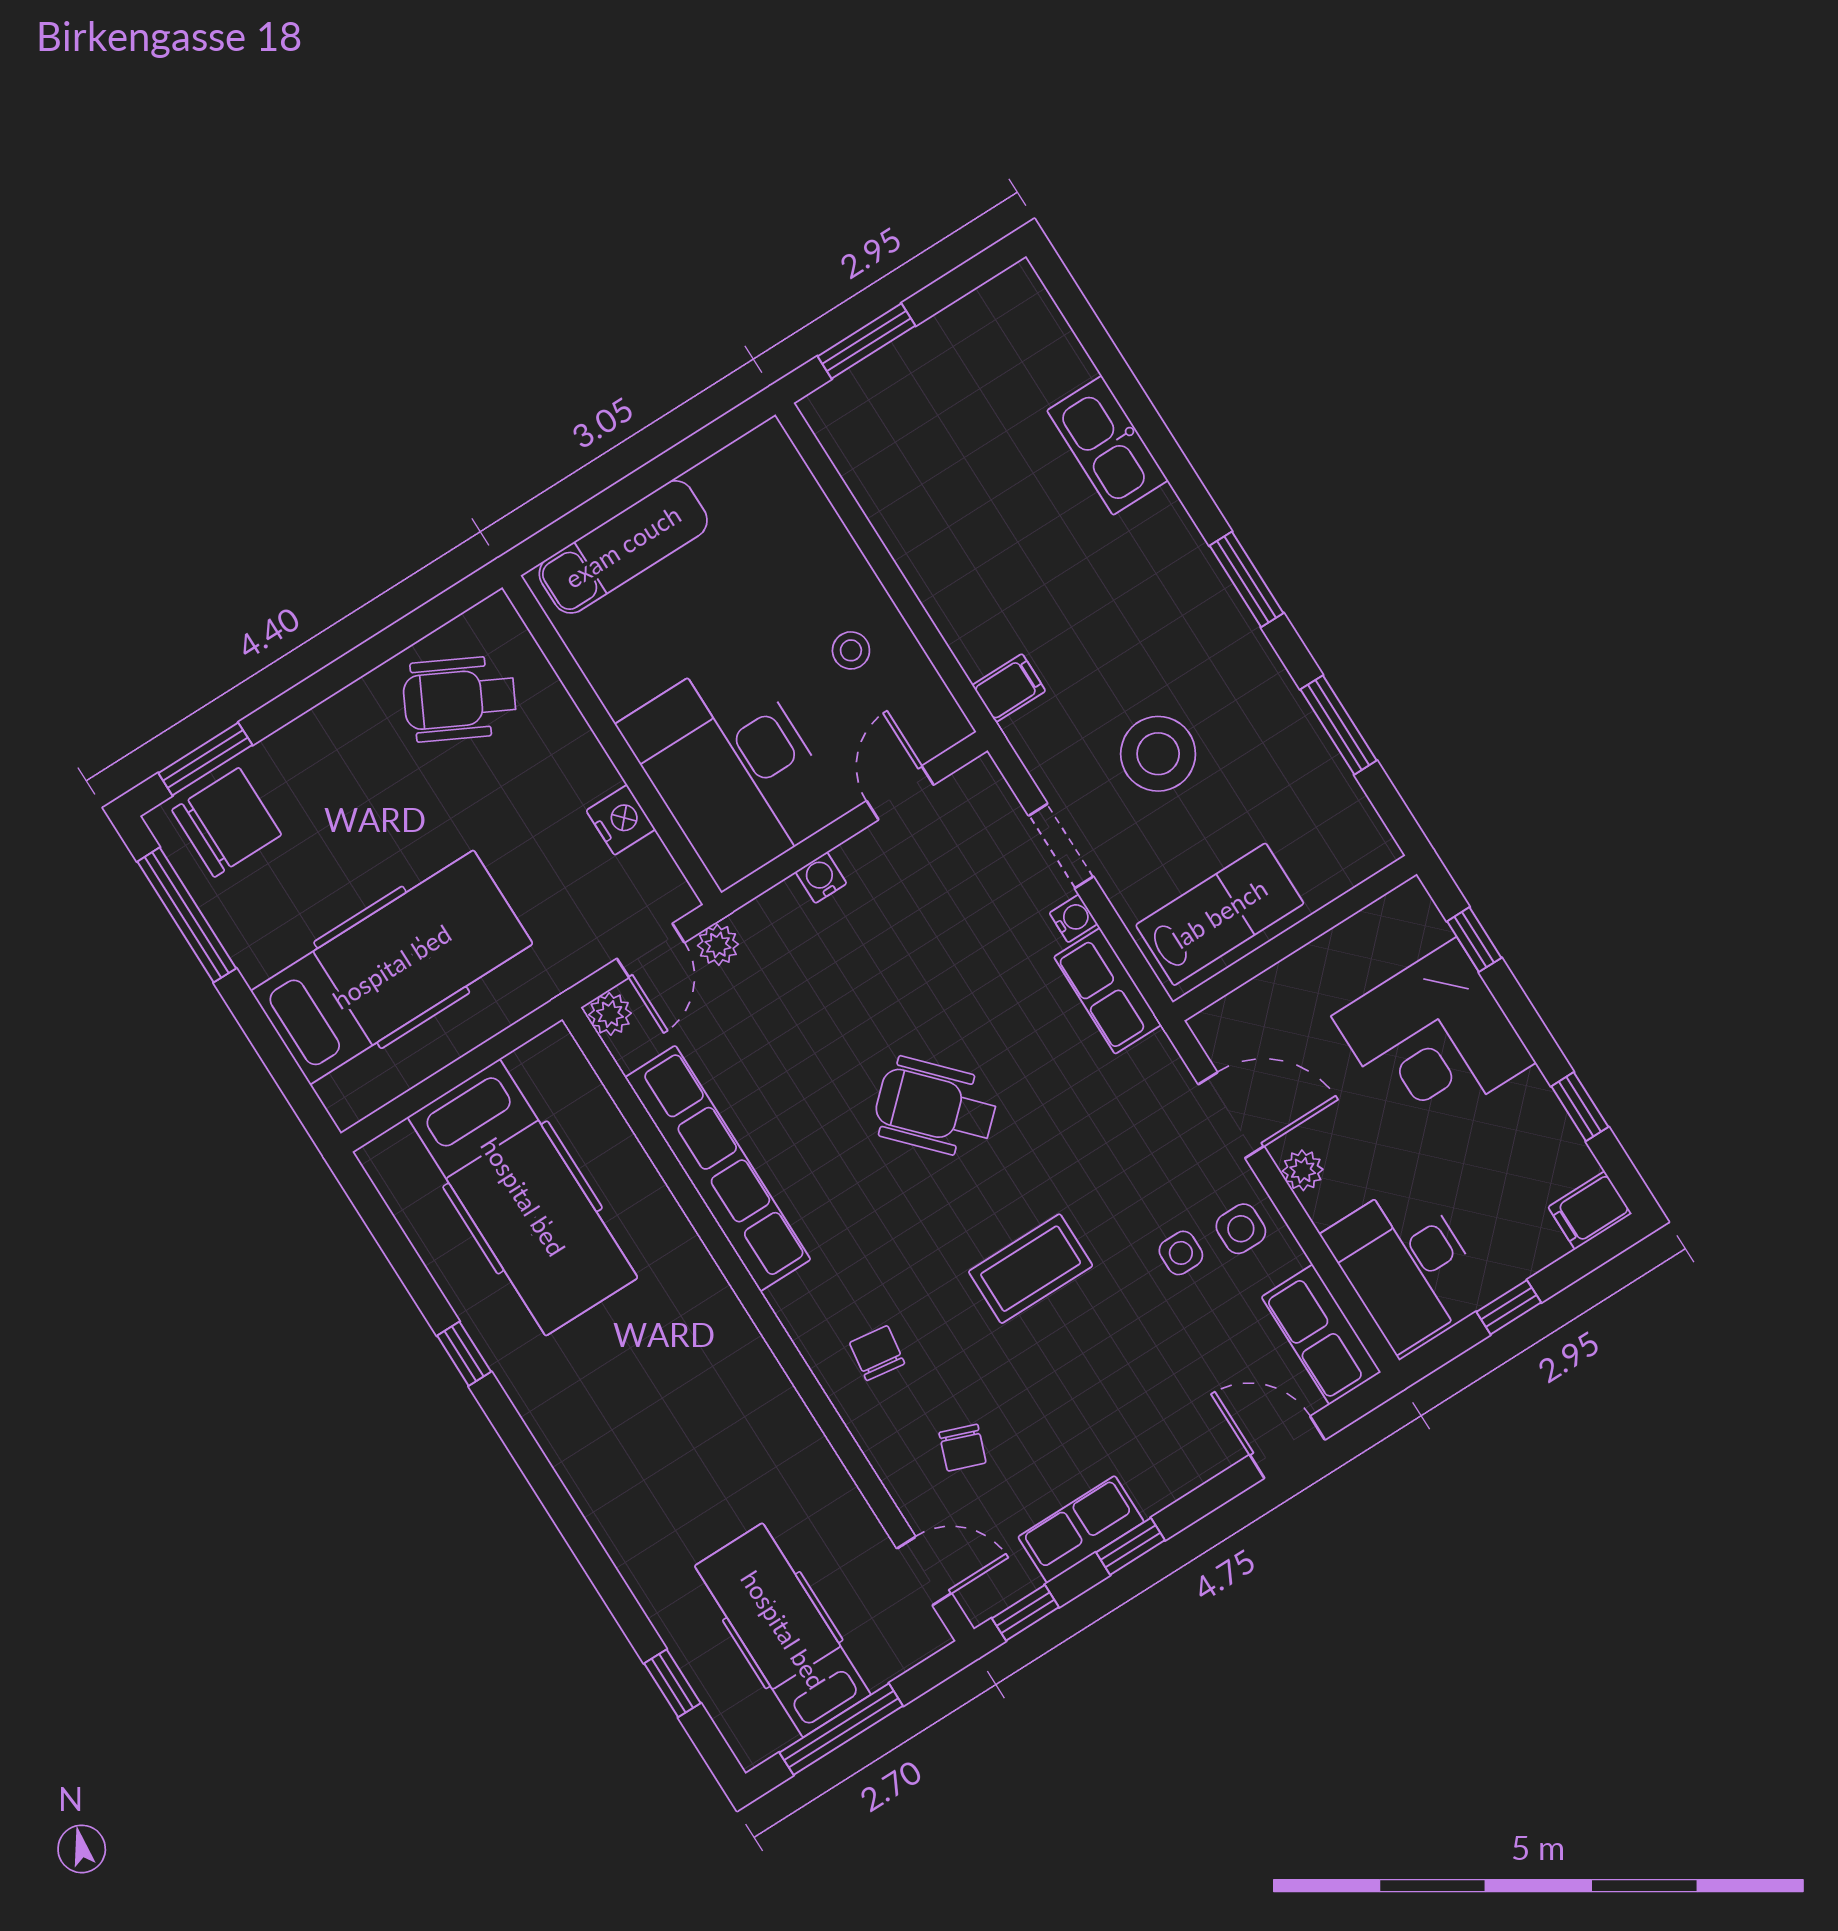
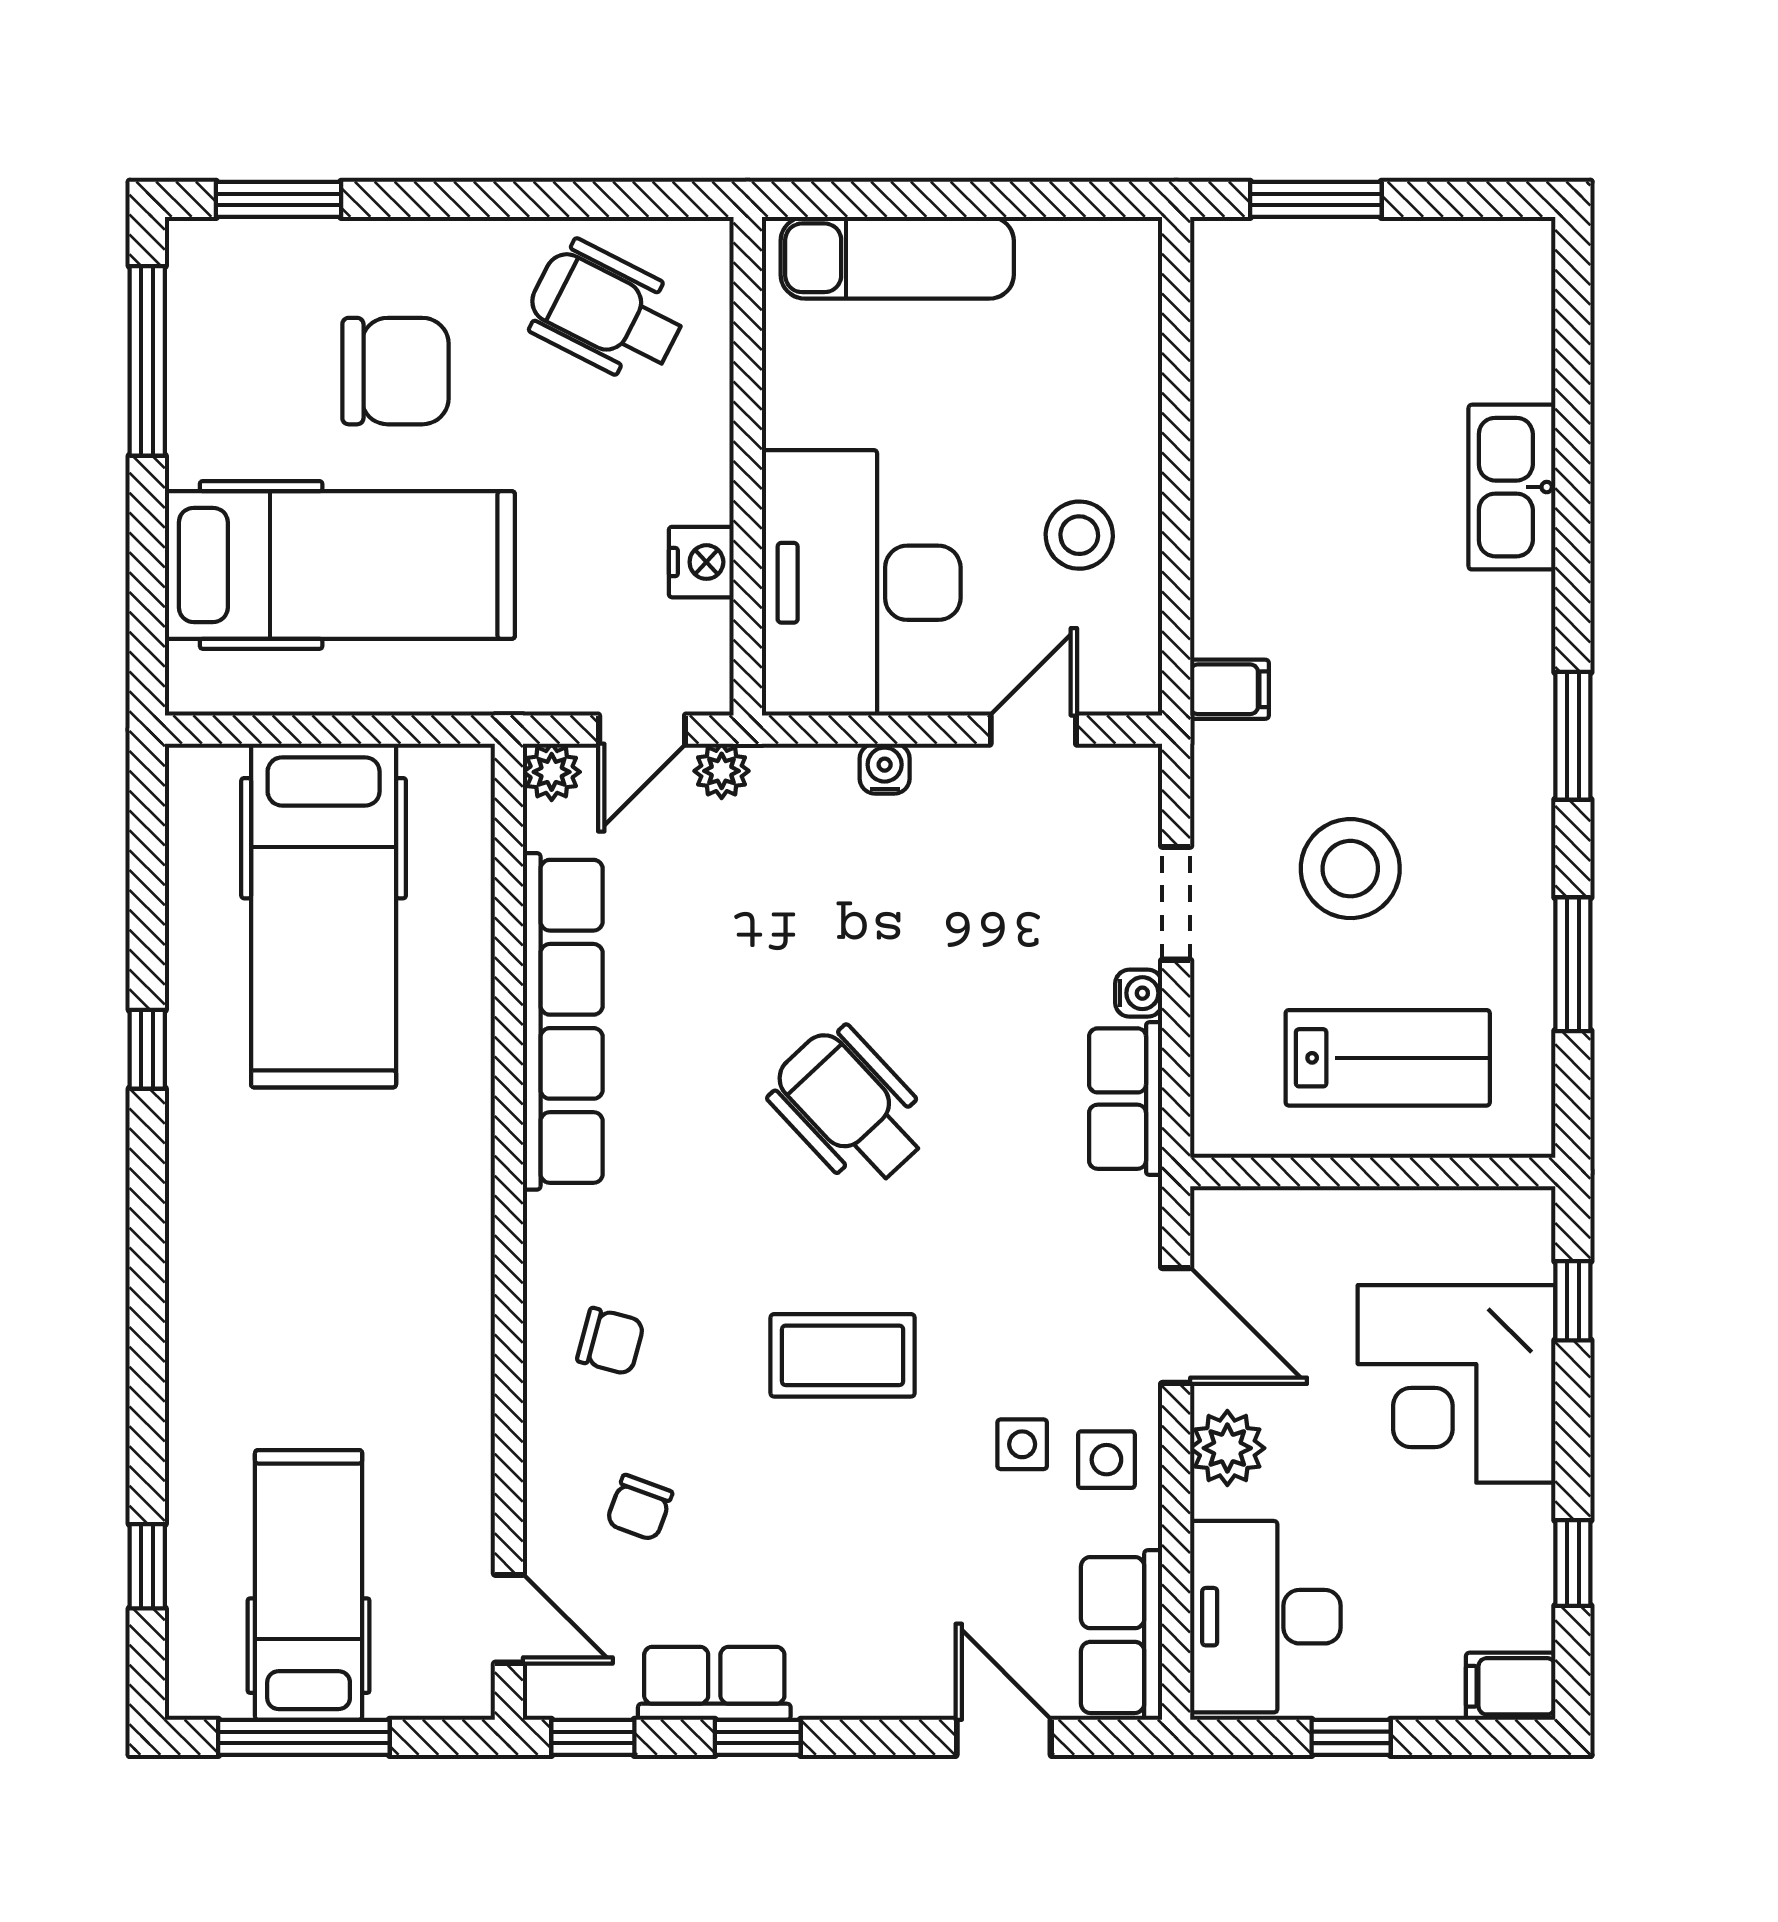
stool: (851, 650) -> (1079, 535), width x1.37, depth x1.37
chair: (227, 822) -> (395, 371), moved
lab bench: (1220, 914) -> (1388, 1058), moved
plant: (1303, 1170) -> (1227, 1448), width x1.38, depth x1.38
chair: (877, 1353) -> (611, 1341), turned 97

